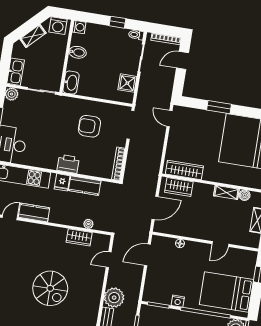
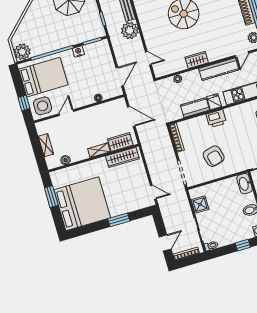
window: (117, 22) -> (243, 245), moved
armchair: (89, 126) -> (214, 156), turned 75
shelving: (226, 192) -> (99, 150), moved
door: (155, 208) -> (131, 116), swing flipped
kitchen counter: (34, 213) -> (219, 69), width x1.50
wardrobe: (79, 237) -> (197, 60), moved
door: (109, 260) -> (148, 58), hinge flipped
side table: (242, 263) -> (43, 106), added

